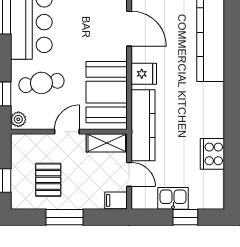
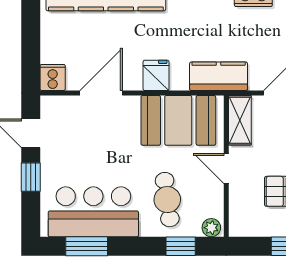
kitchen counter: (143, 125) -> (219, 76), width x0.67

